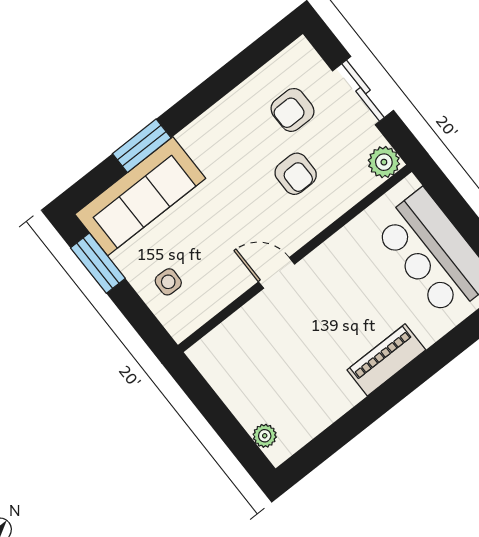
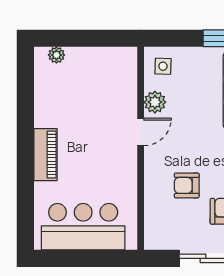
plant: (384, 162) -> (155, 102), moved
side table: (168, 282) -> (163, 66), moved

